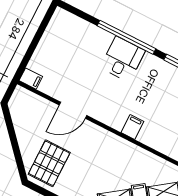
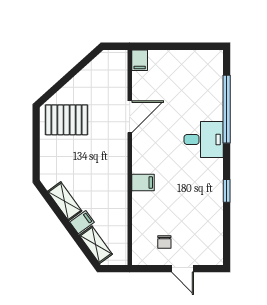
window: (126, 37) -> (227, 109), moved
door: (73, 110) -> (130, 117), swing flipped

